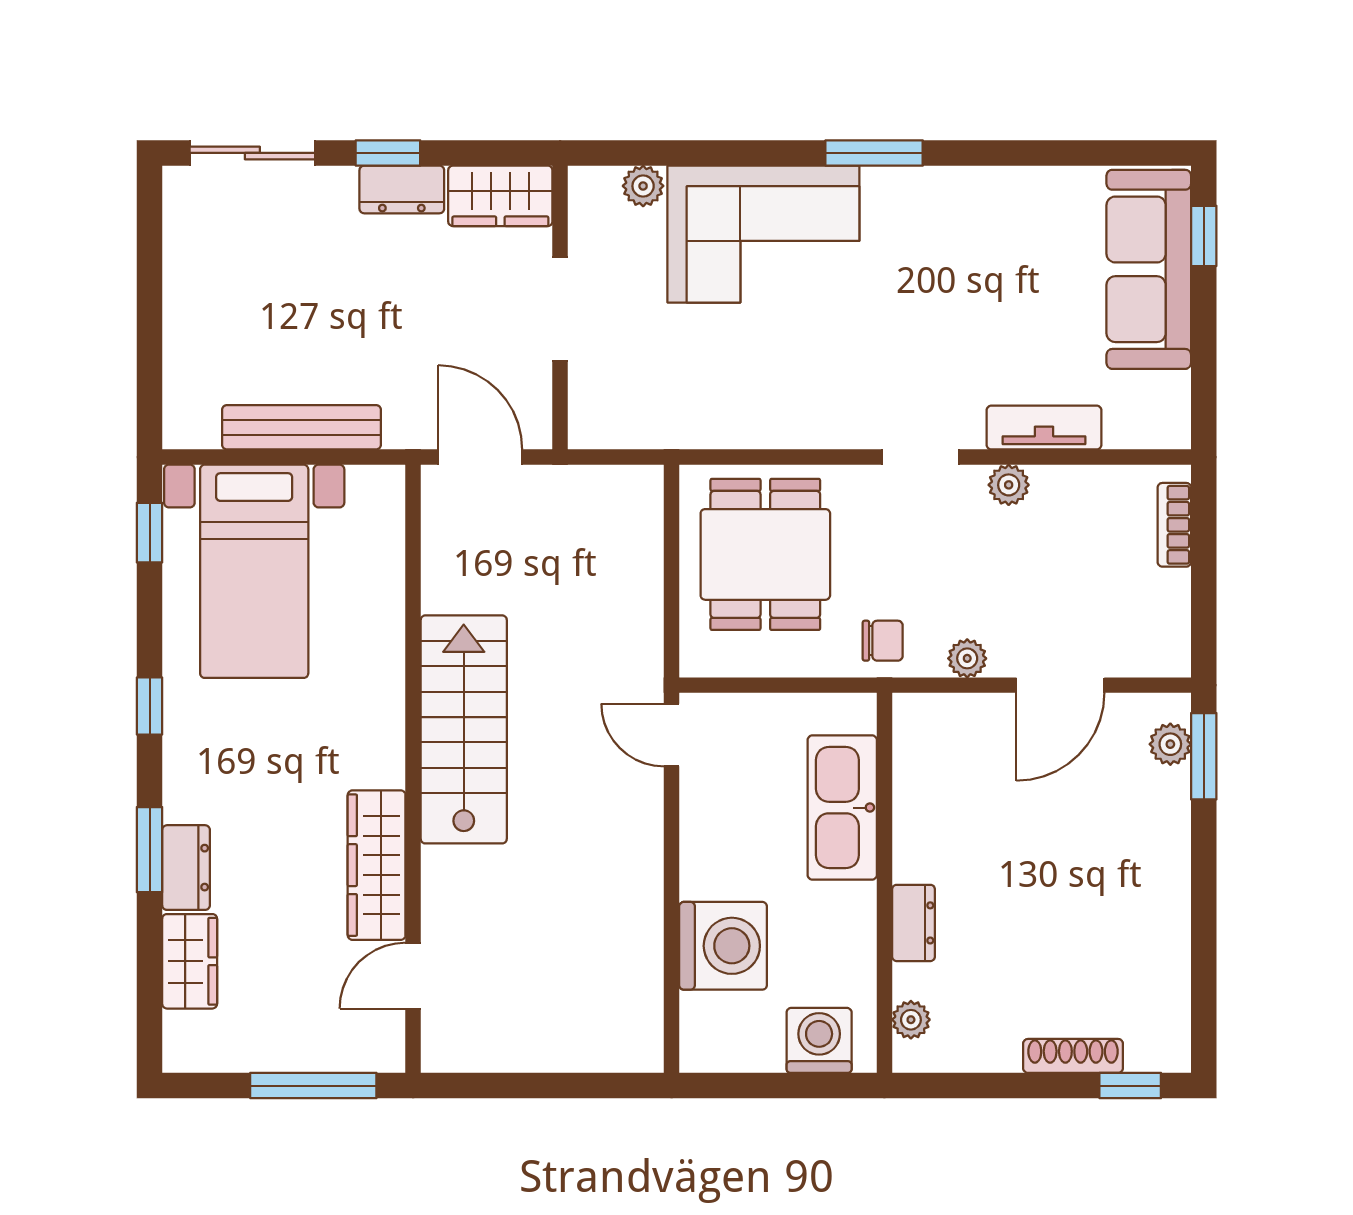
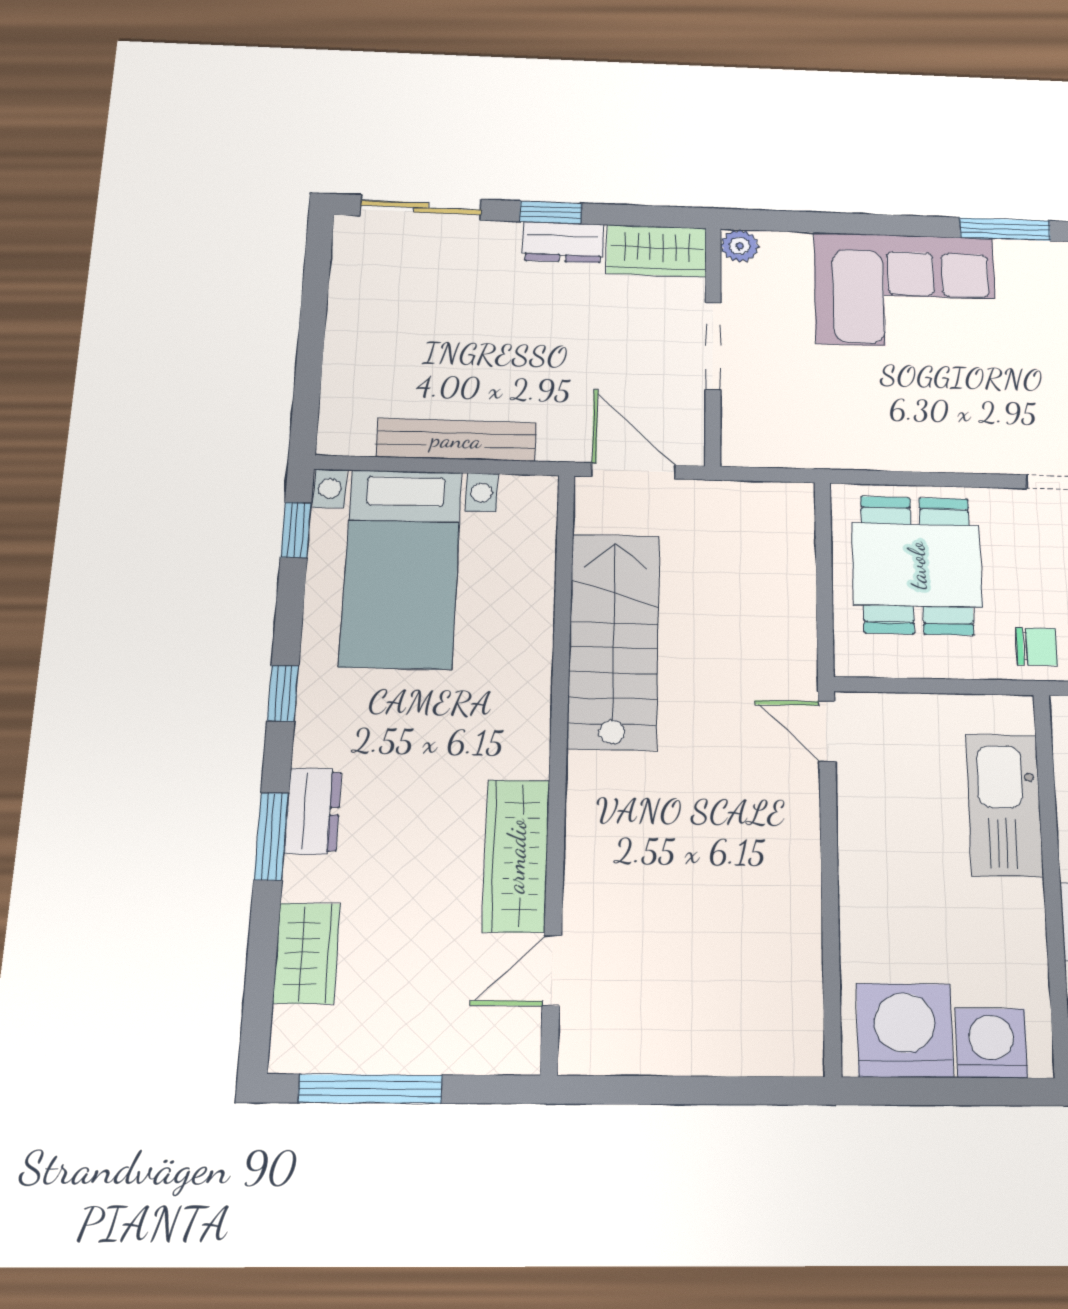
plant: (643, 186) -> (740, 246), moved
stairs: (464, 729) -> (614, 640), moved
dresser: (186, 868) -> (313, 811), moved
washing machine: (723, 946) -> (905, 1030), moved, turned -90
window: (313, 1086) -> (370, 1089), moved

